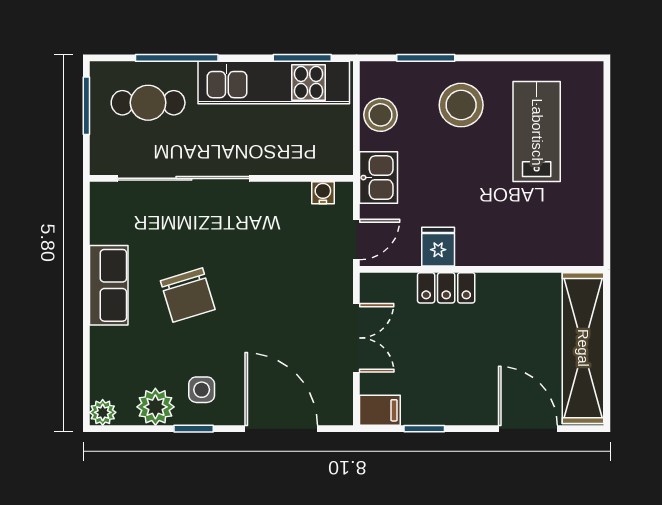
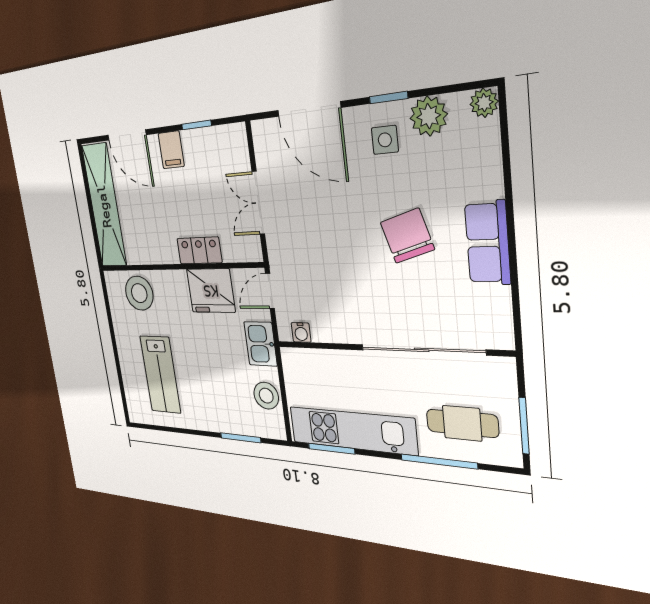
stool: (461, 105) -> (139, 293), moved
fridge: (438, 247) -> (211, 291), width x1.88, depth x1.34
filing cabinet: (380, 410) -> (171, 150), moved, turned -90

